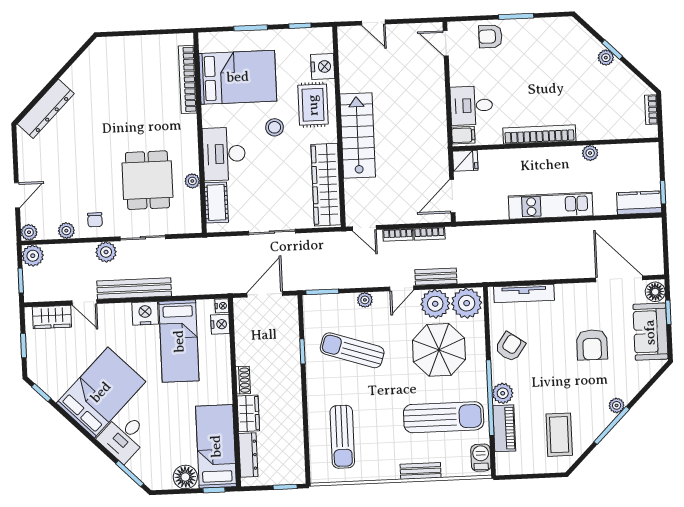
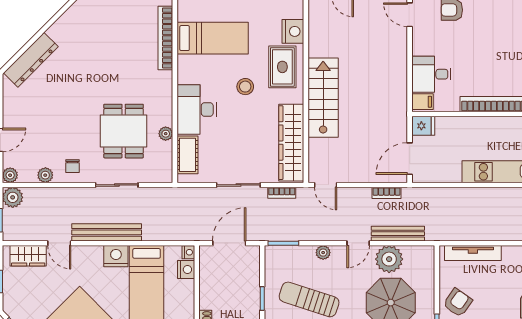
bed: (238, 77) -> (213, 38), width x0.67
bookcase: (398, 235) -> (282, 193), moved
plant: (106, 252) -> (82, 197), removed
bench: (436, 277) -> (398, 234), width x1.36
plant: (467, 303) -> (419, 260), removed

